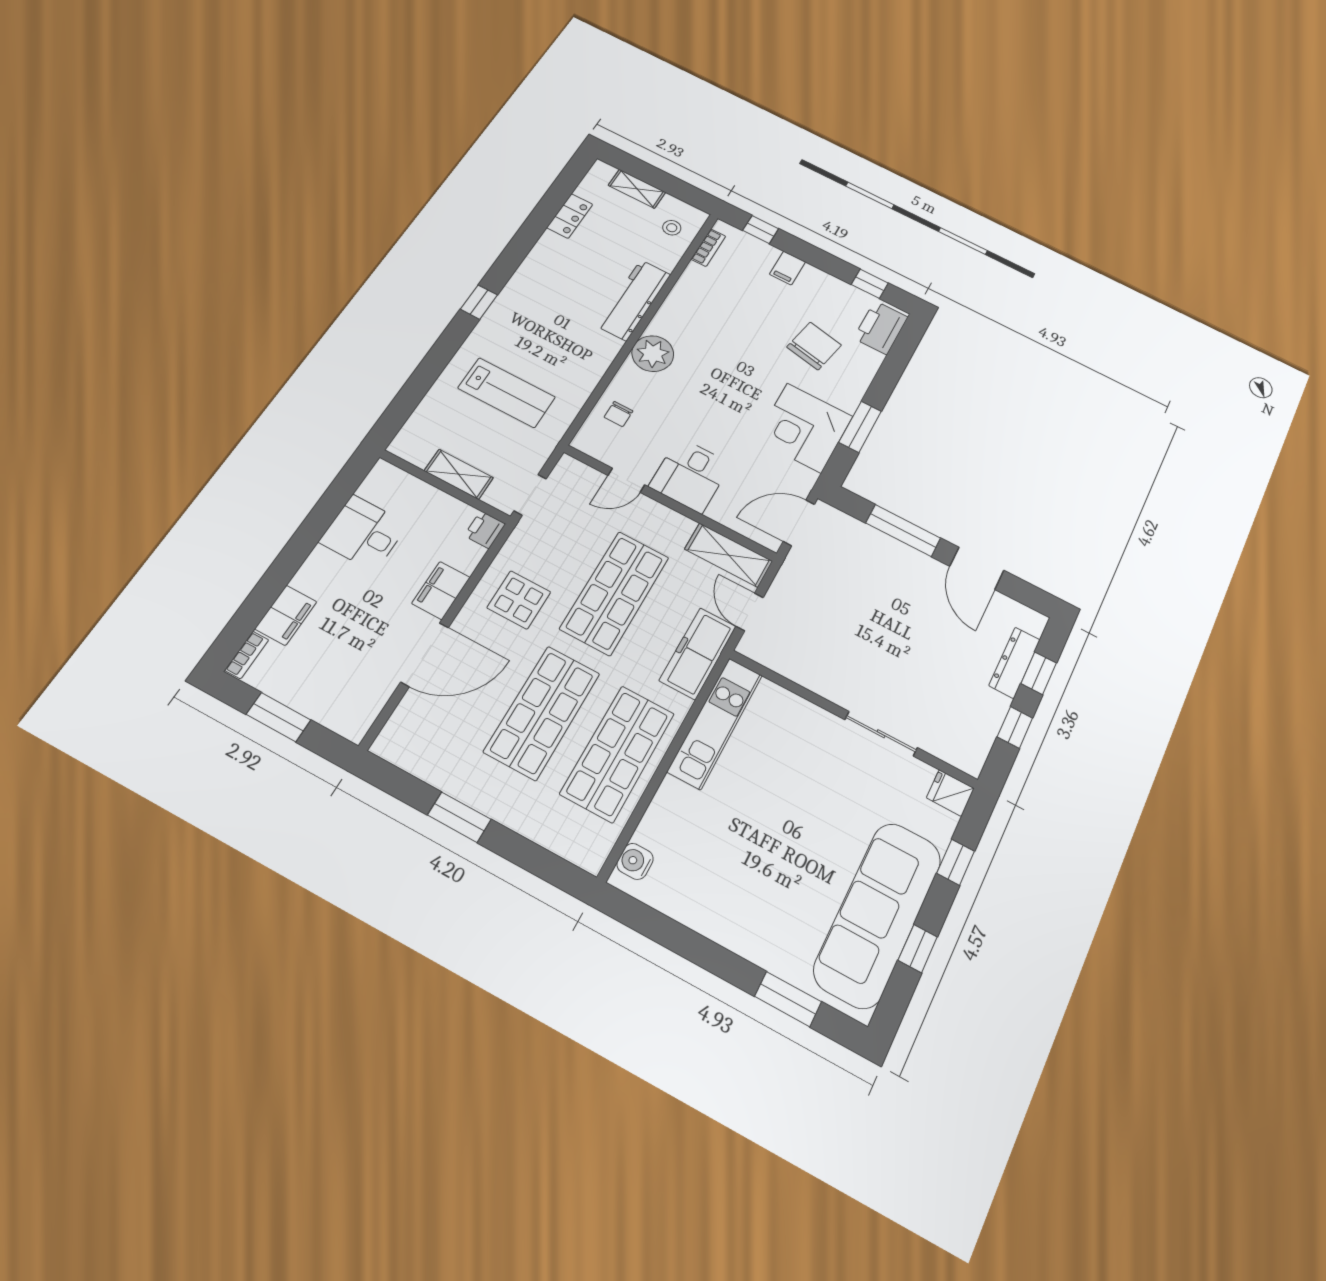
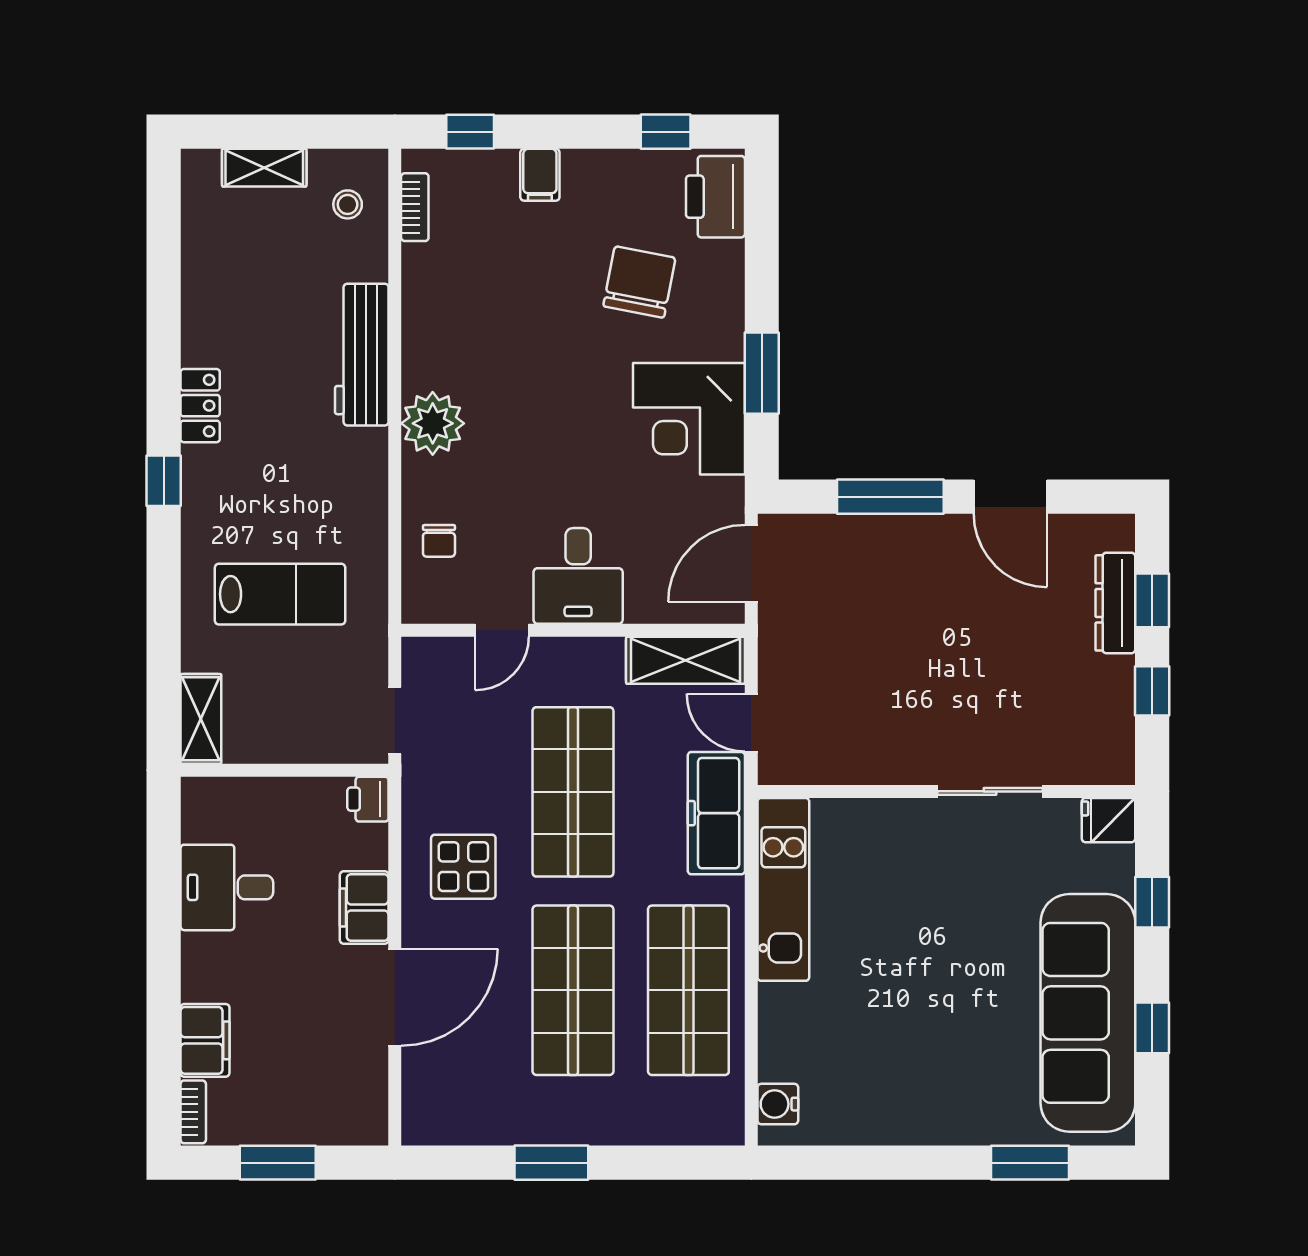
locker: (570, 216) -> (200, 406), moved
shelving: (459, 474) -> (201, 719), moved, turned 90

